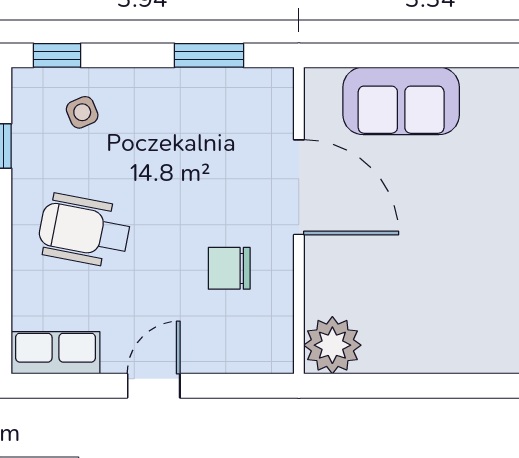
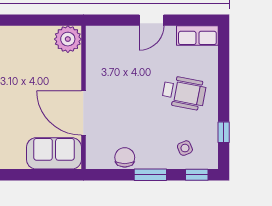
window: (209, 55) -> (150, 175), moved
sofa: (401, 101) -> (54, 153), moved
chair: (229, 268) -> (125, 157), moved, turned -90

